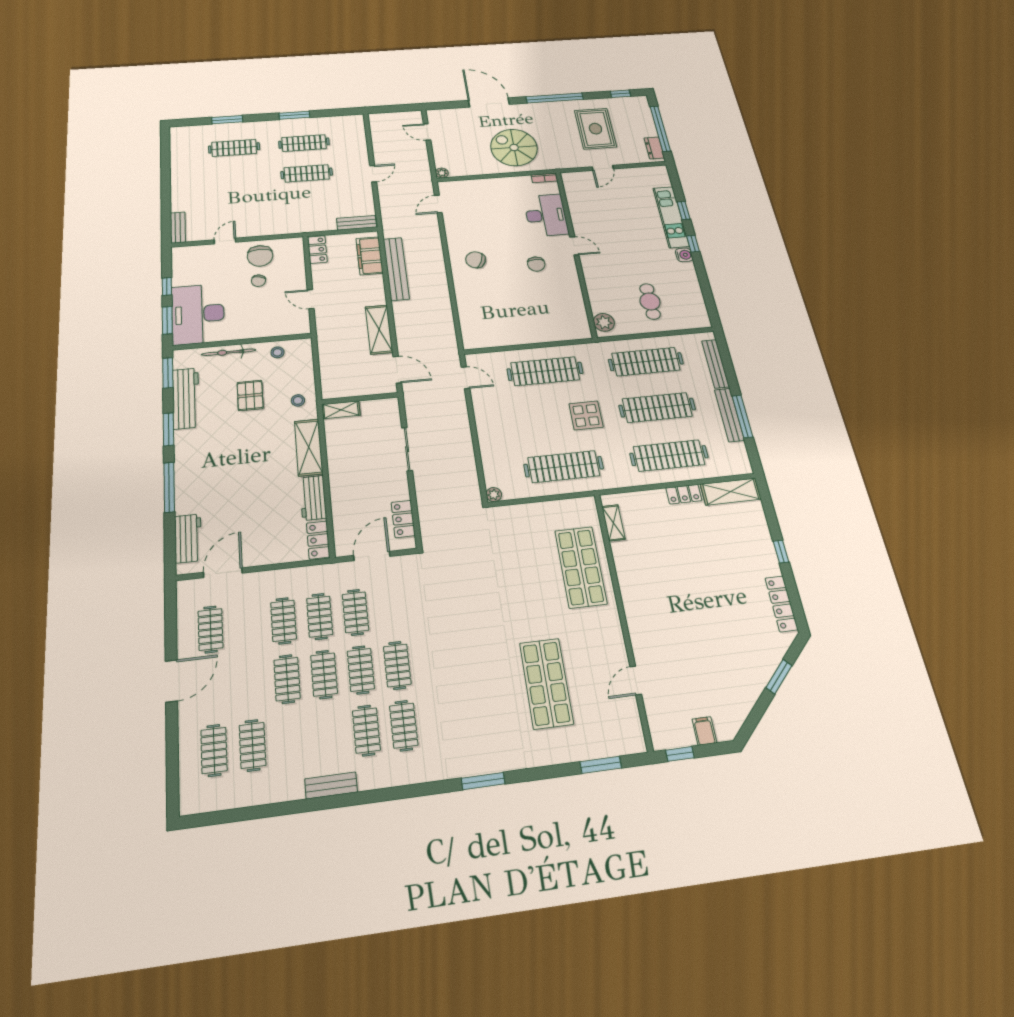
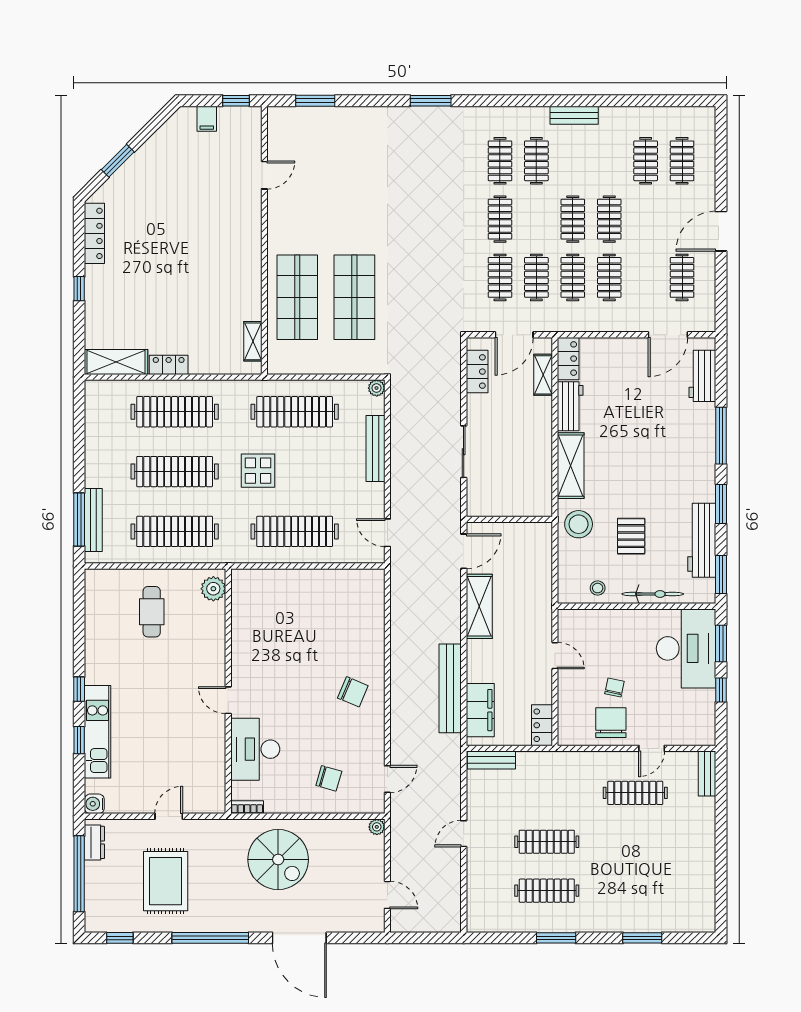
clothes rail: (234, 148) -> (635, 793), moved
water cooler: (684, 255) -> (94, 804), moved
chair: (536, 264) -> (329, 778), moved, turned 106
door: (397, 370) -> (464, 551), swing flipped
stool: (298, 400) -> (579, 524), width x1.89, depth x1.89
shelving: (341, 410) -> (543, 375), moved, turned 90
bench: (729, 415) -> (376, 448), moved
window: (742, 416) -> (79, 520), moved
clothes rail: (361, 670) -> (500, 277), moved
shop shelf: (546, 683) -> (354, 297), moved

